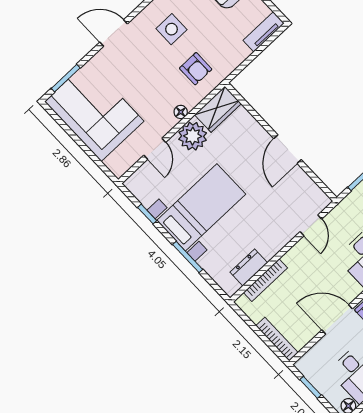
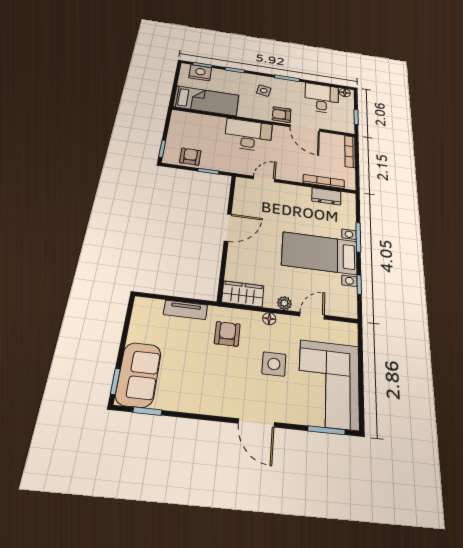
side table: (171, 29) -> (274, 364), moved
tv unit: (264, 32) -> (186, 310), moved
plant: (193, 136) -> (284, 303), width x0.53, depth x0.53

